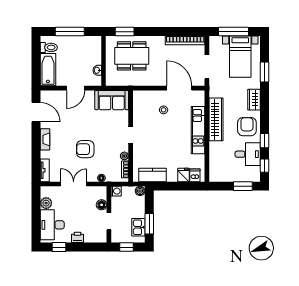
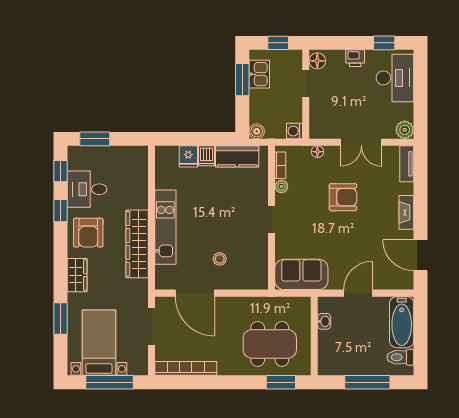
dishwasher: (195, 175) -> (206, 156), moved
plant: (46, 203) -> (405, 130), moved
floor lamp: (102, 205) -> (317, 61), moved

